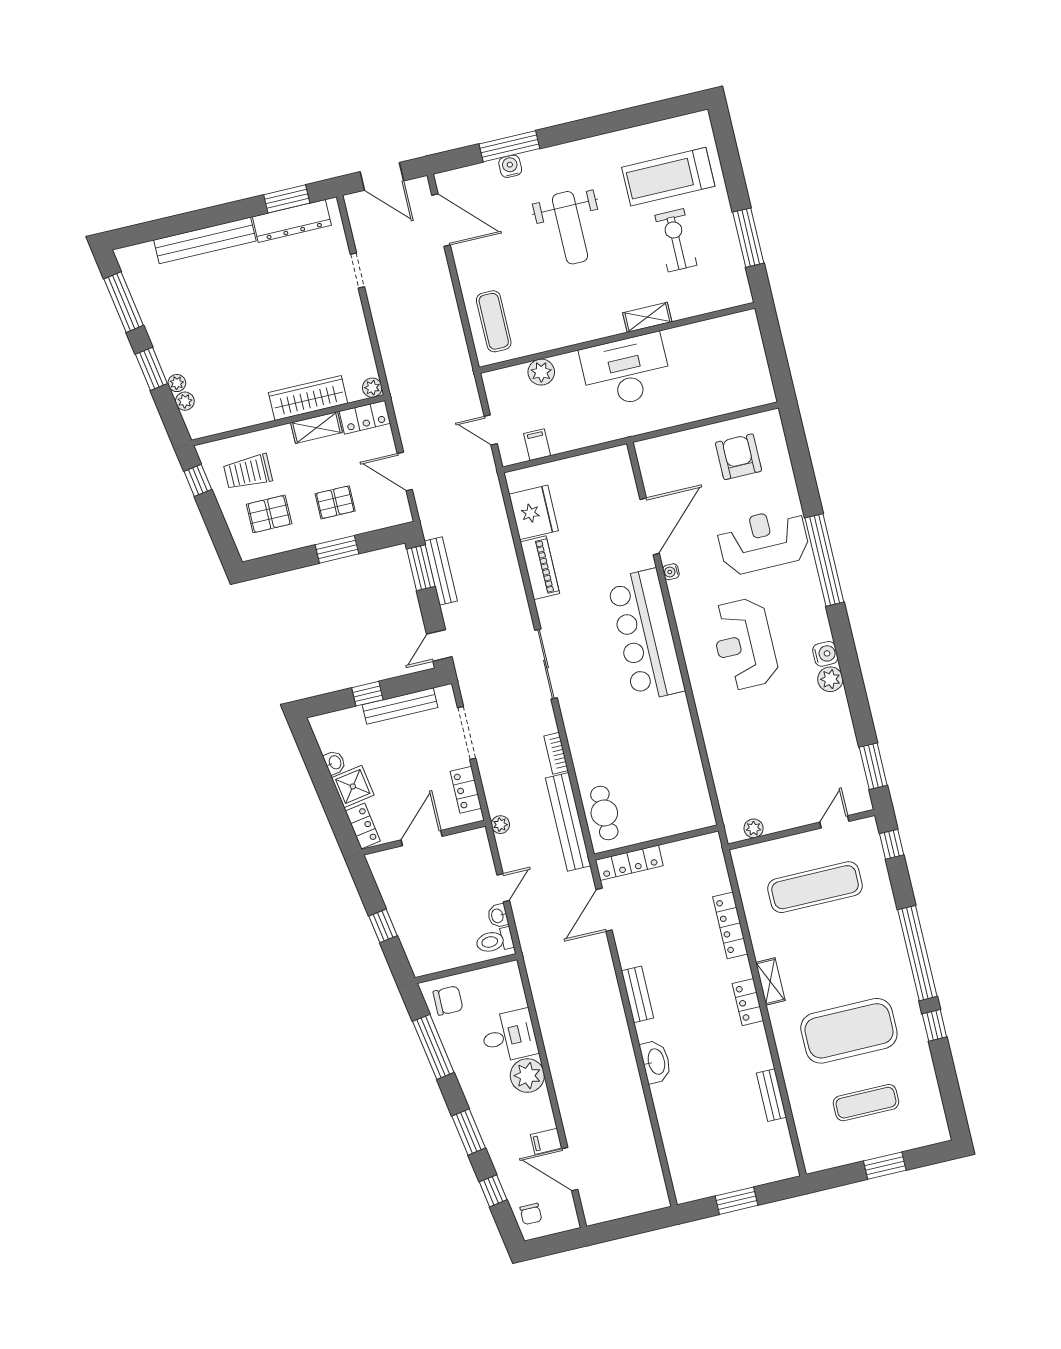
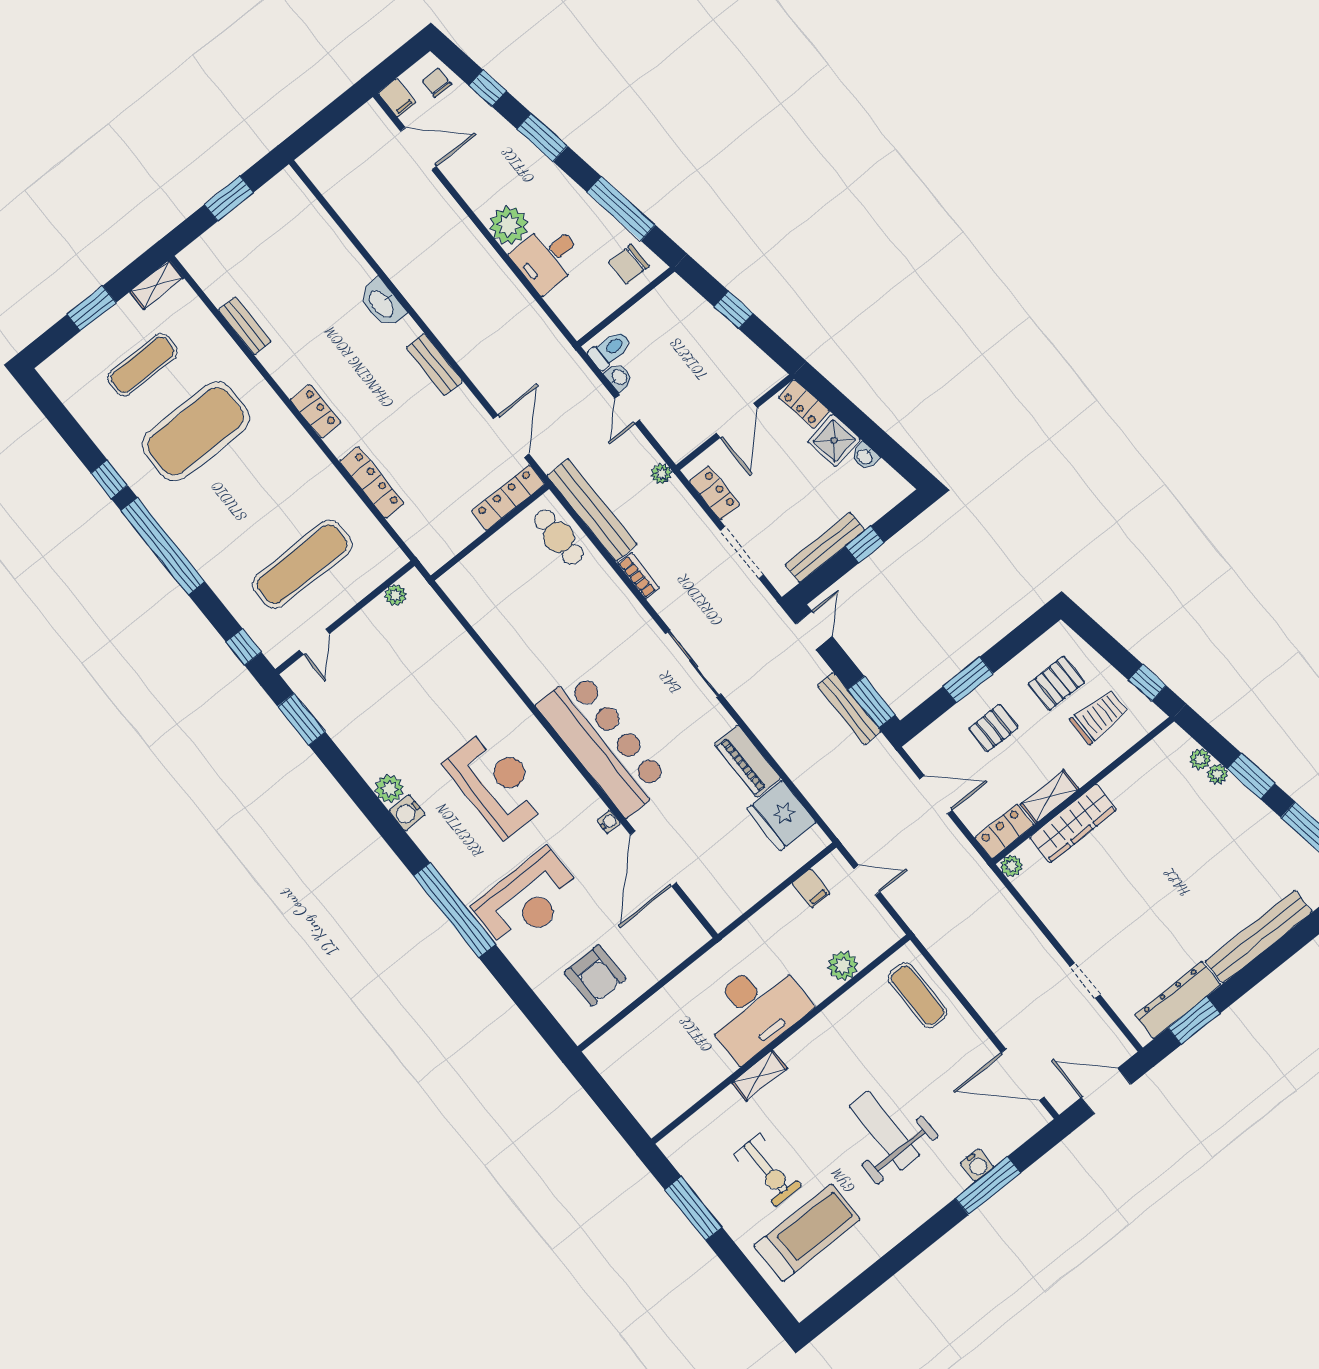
shelving: (770, 982) -> (157, 285), moved, turned 90
filing cabinet: (546, 1141) -> (397, 98), moved, turned 90

